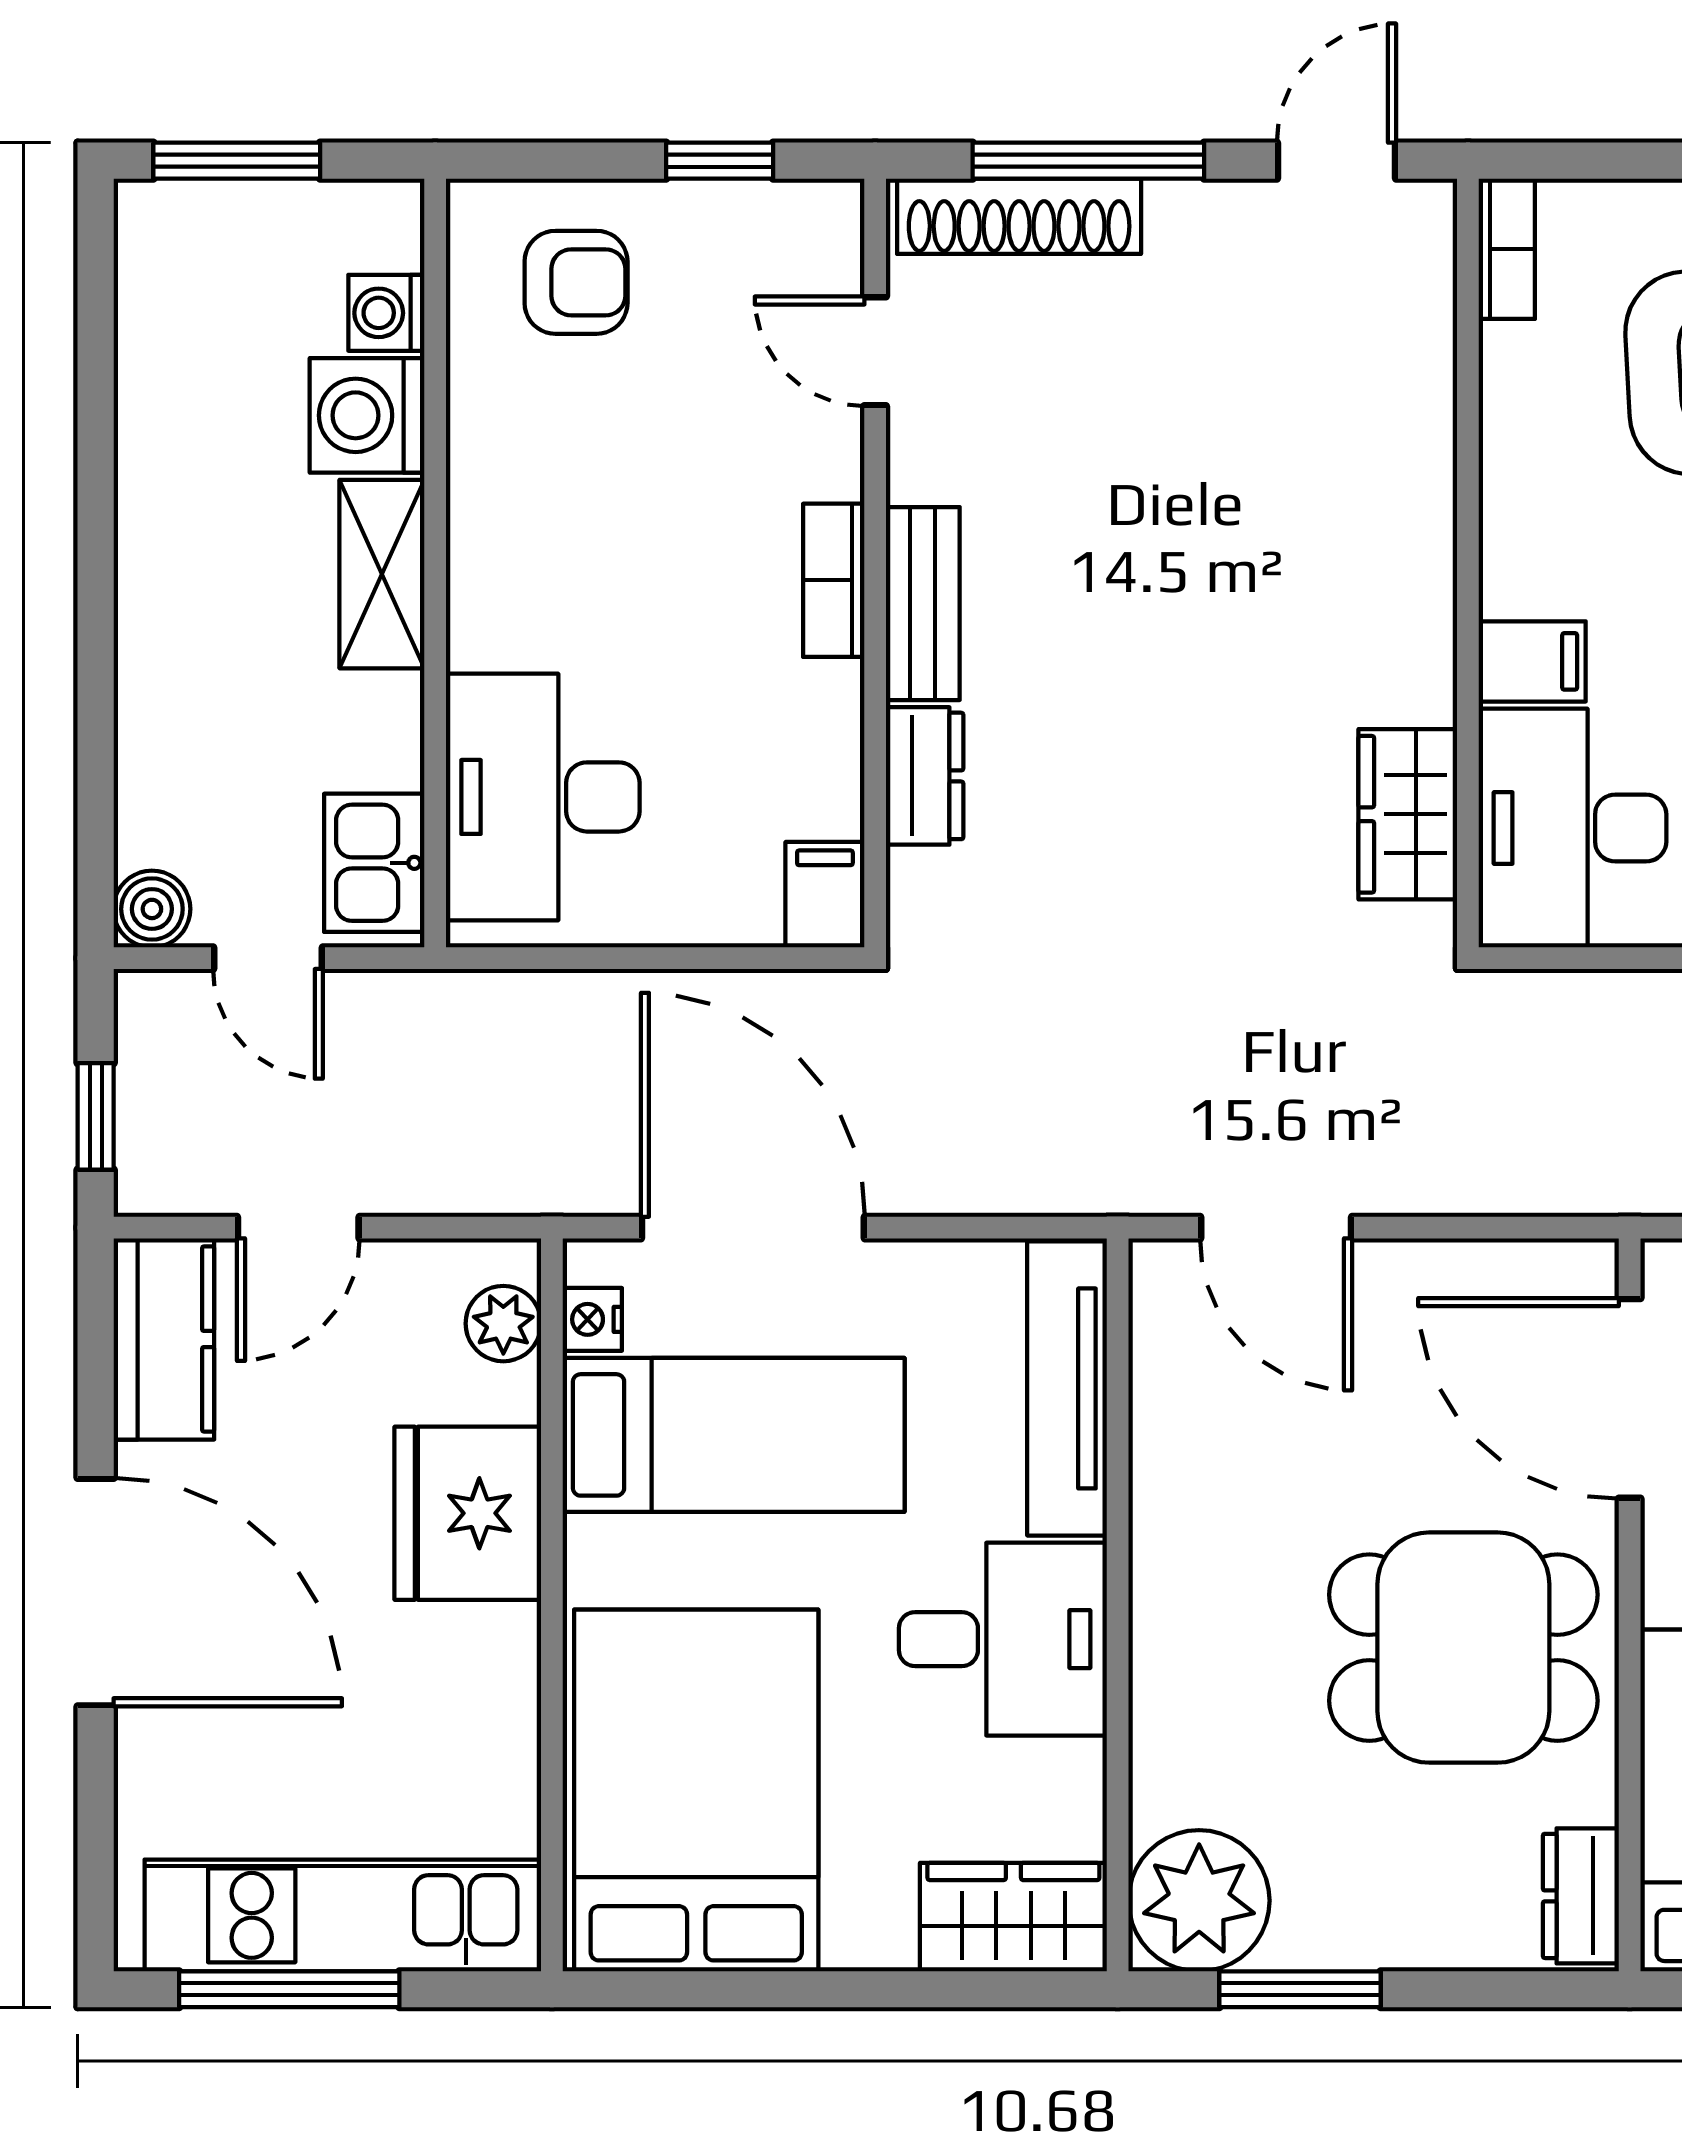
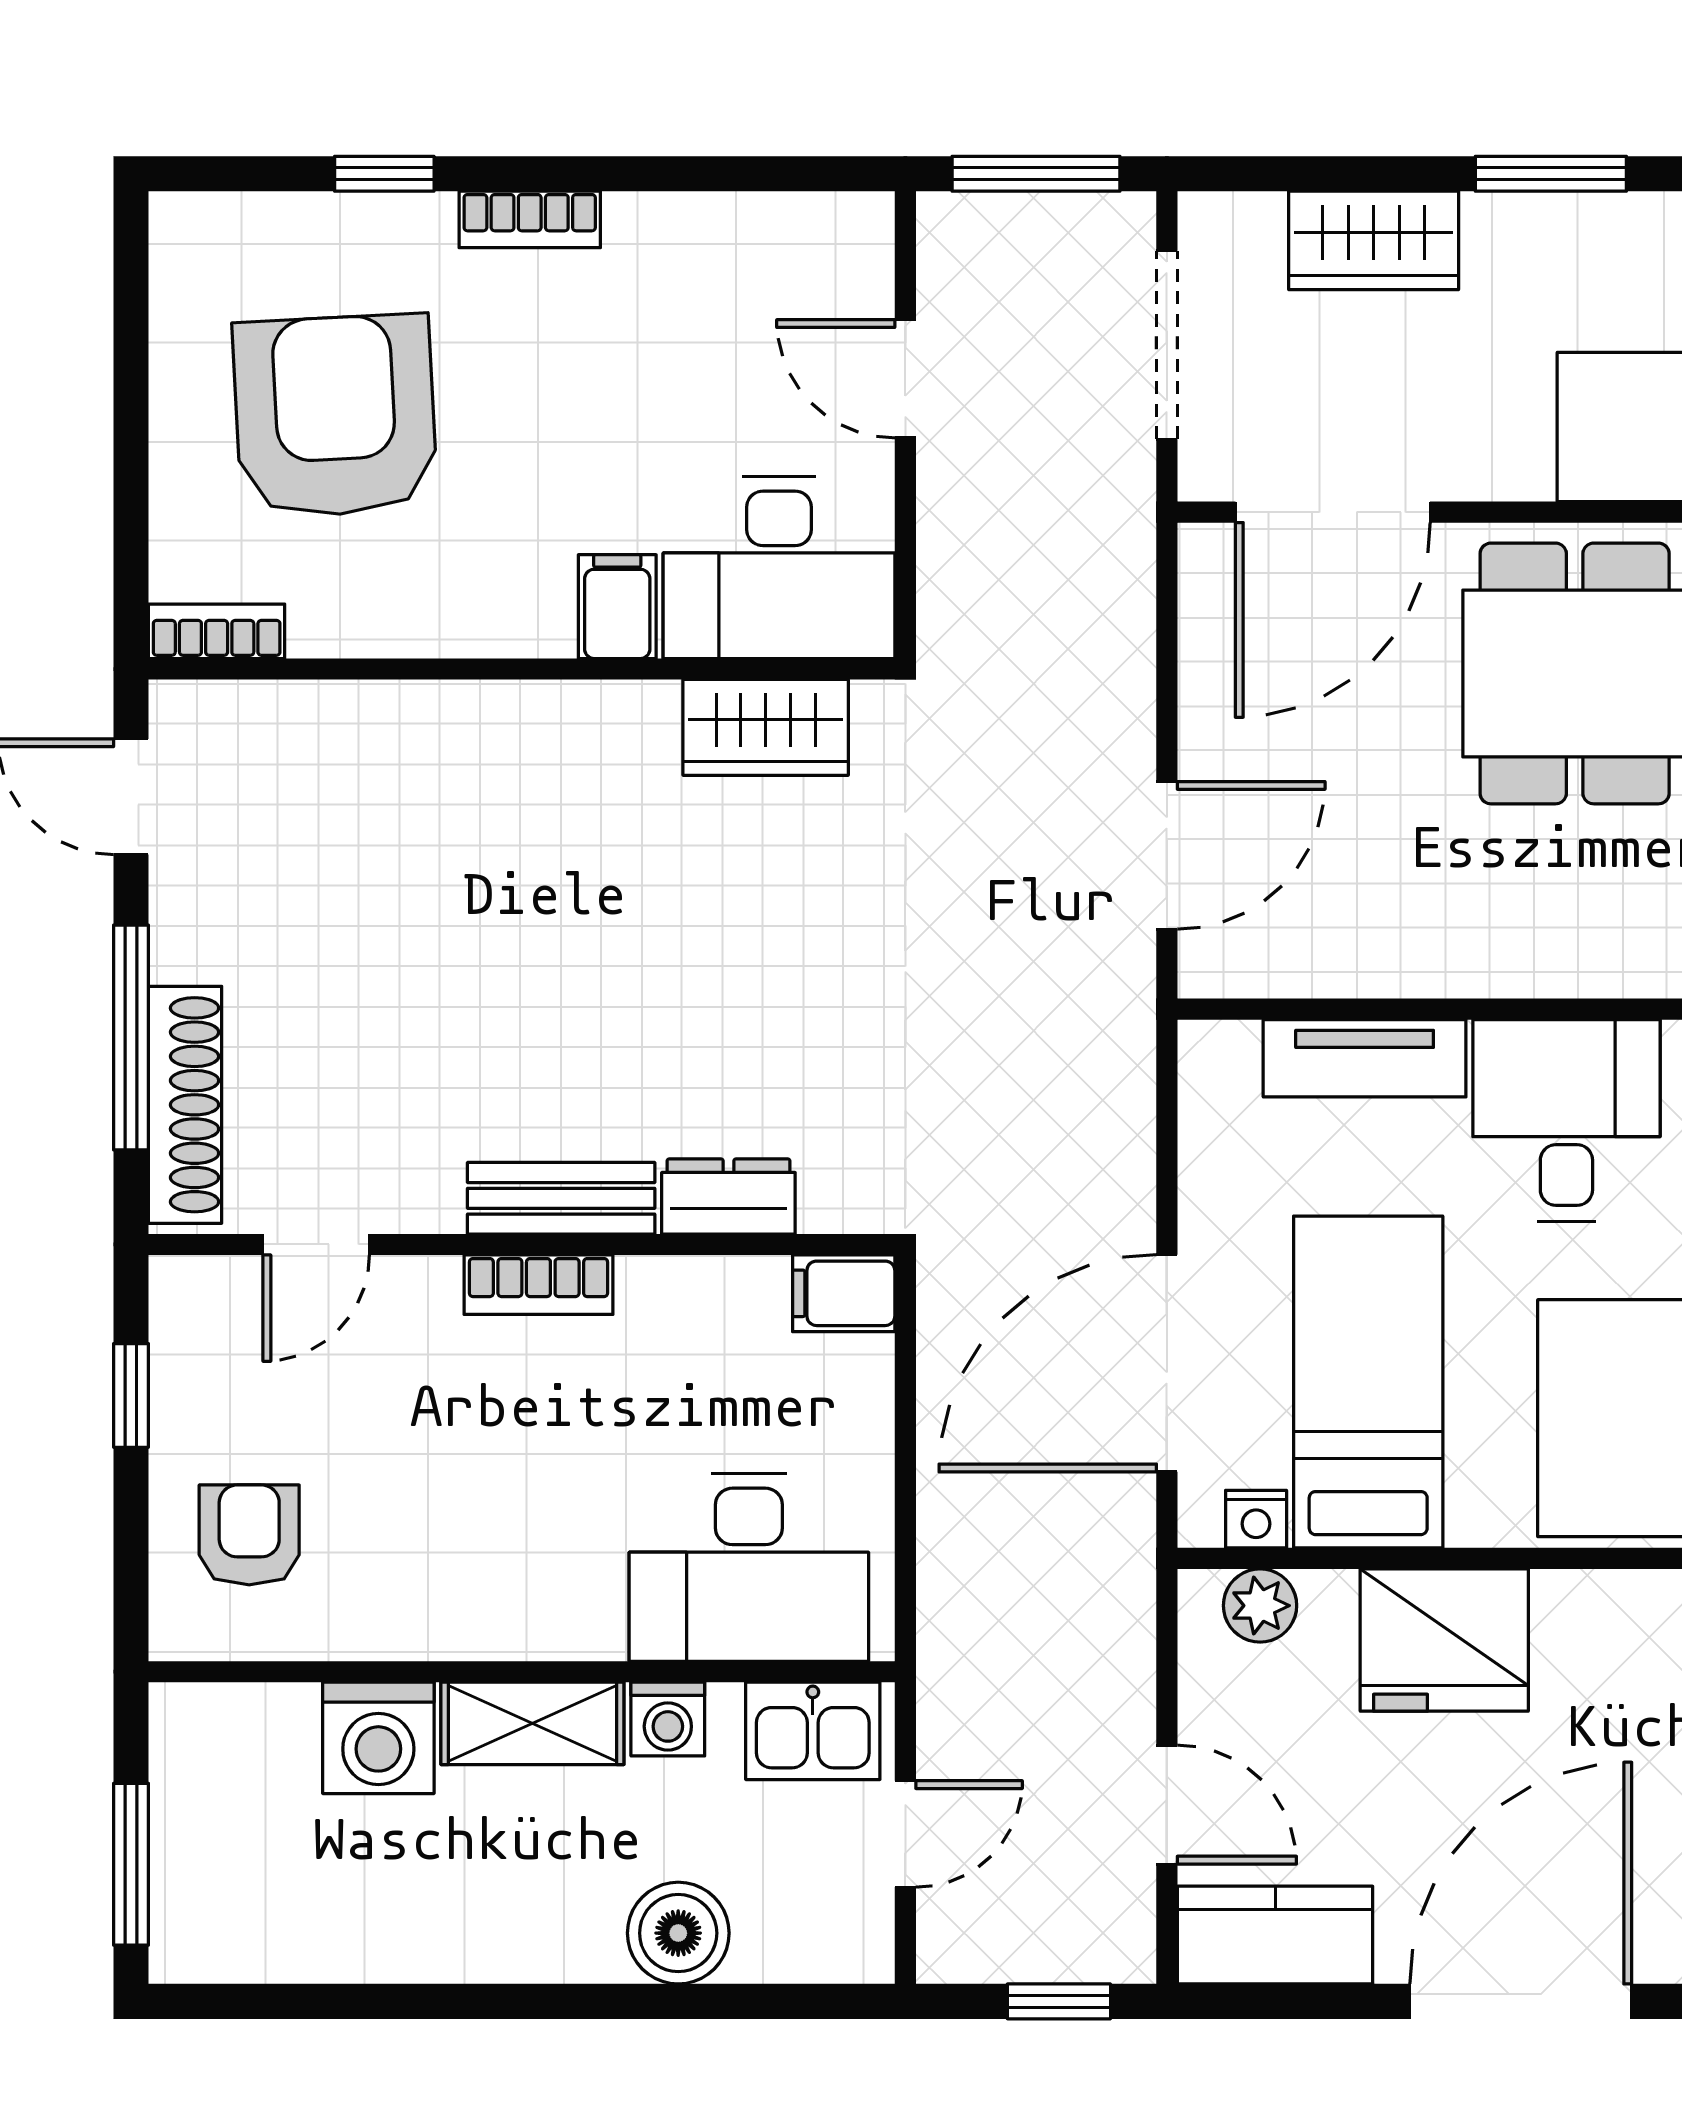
washing machine: (386, 313) -> (668, 1719), moved
boiler: (152, 909) -> (678, 1933), moved, width x1.36, depth x1.36
tv unit: (1067, 1388) -> (1365, 1058), width x0.71

